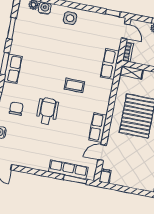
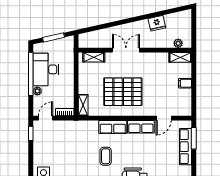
row of seats: (110, 64) -> (113, 127), moved
door: (102, 153) -> (164, 118), hinge flipped
filing cabinet: (105, 176) -> (185, 83), moved

